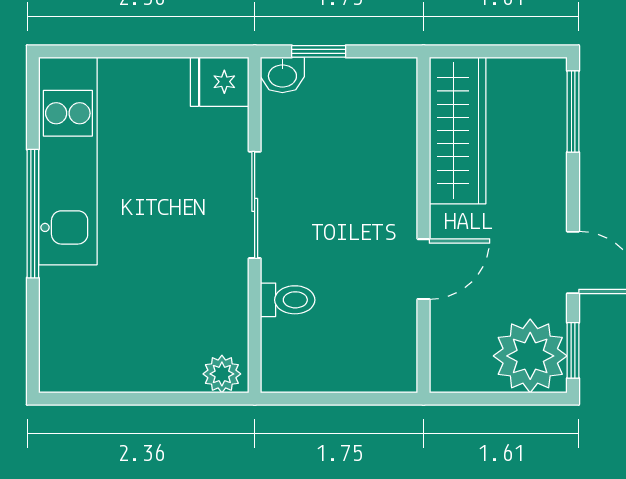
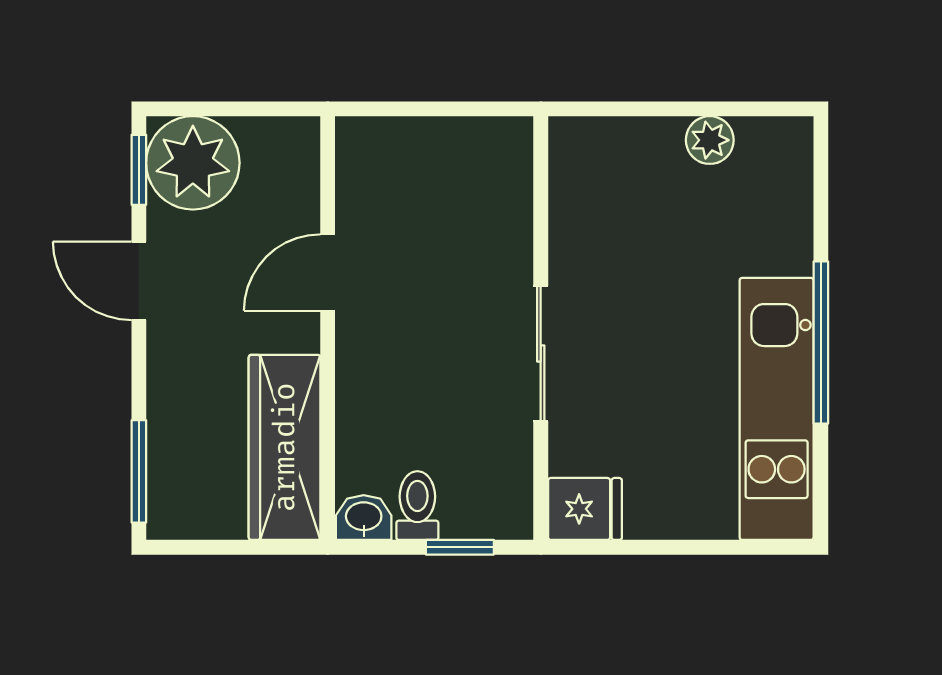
washbasin: (282, 75) -> (364, 518), moved
toilet: (288, 300) -> (417, 506), moved, turned 90
plant: (222, 374) -> (710, 140), moved

